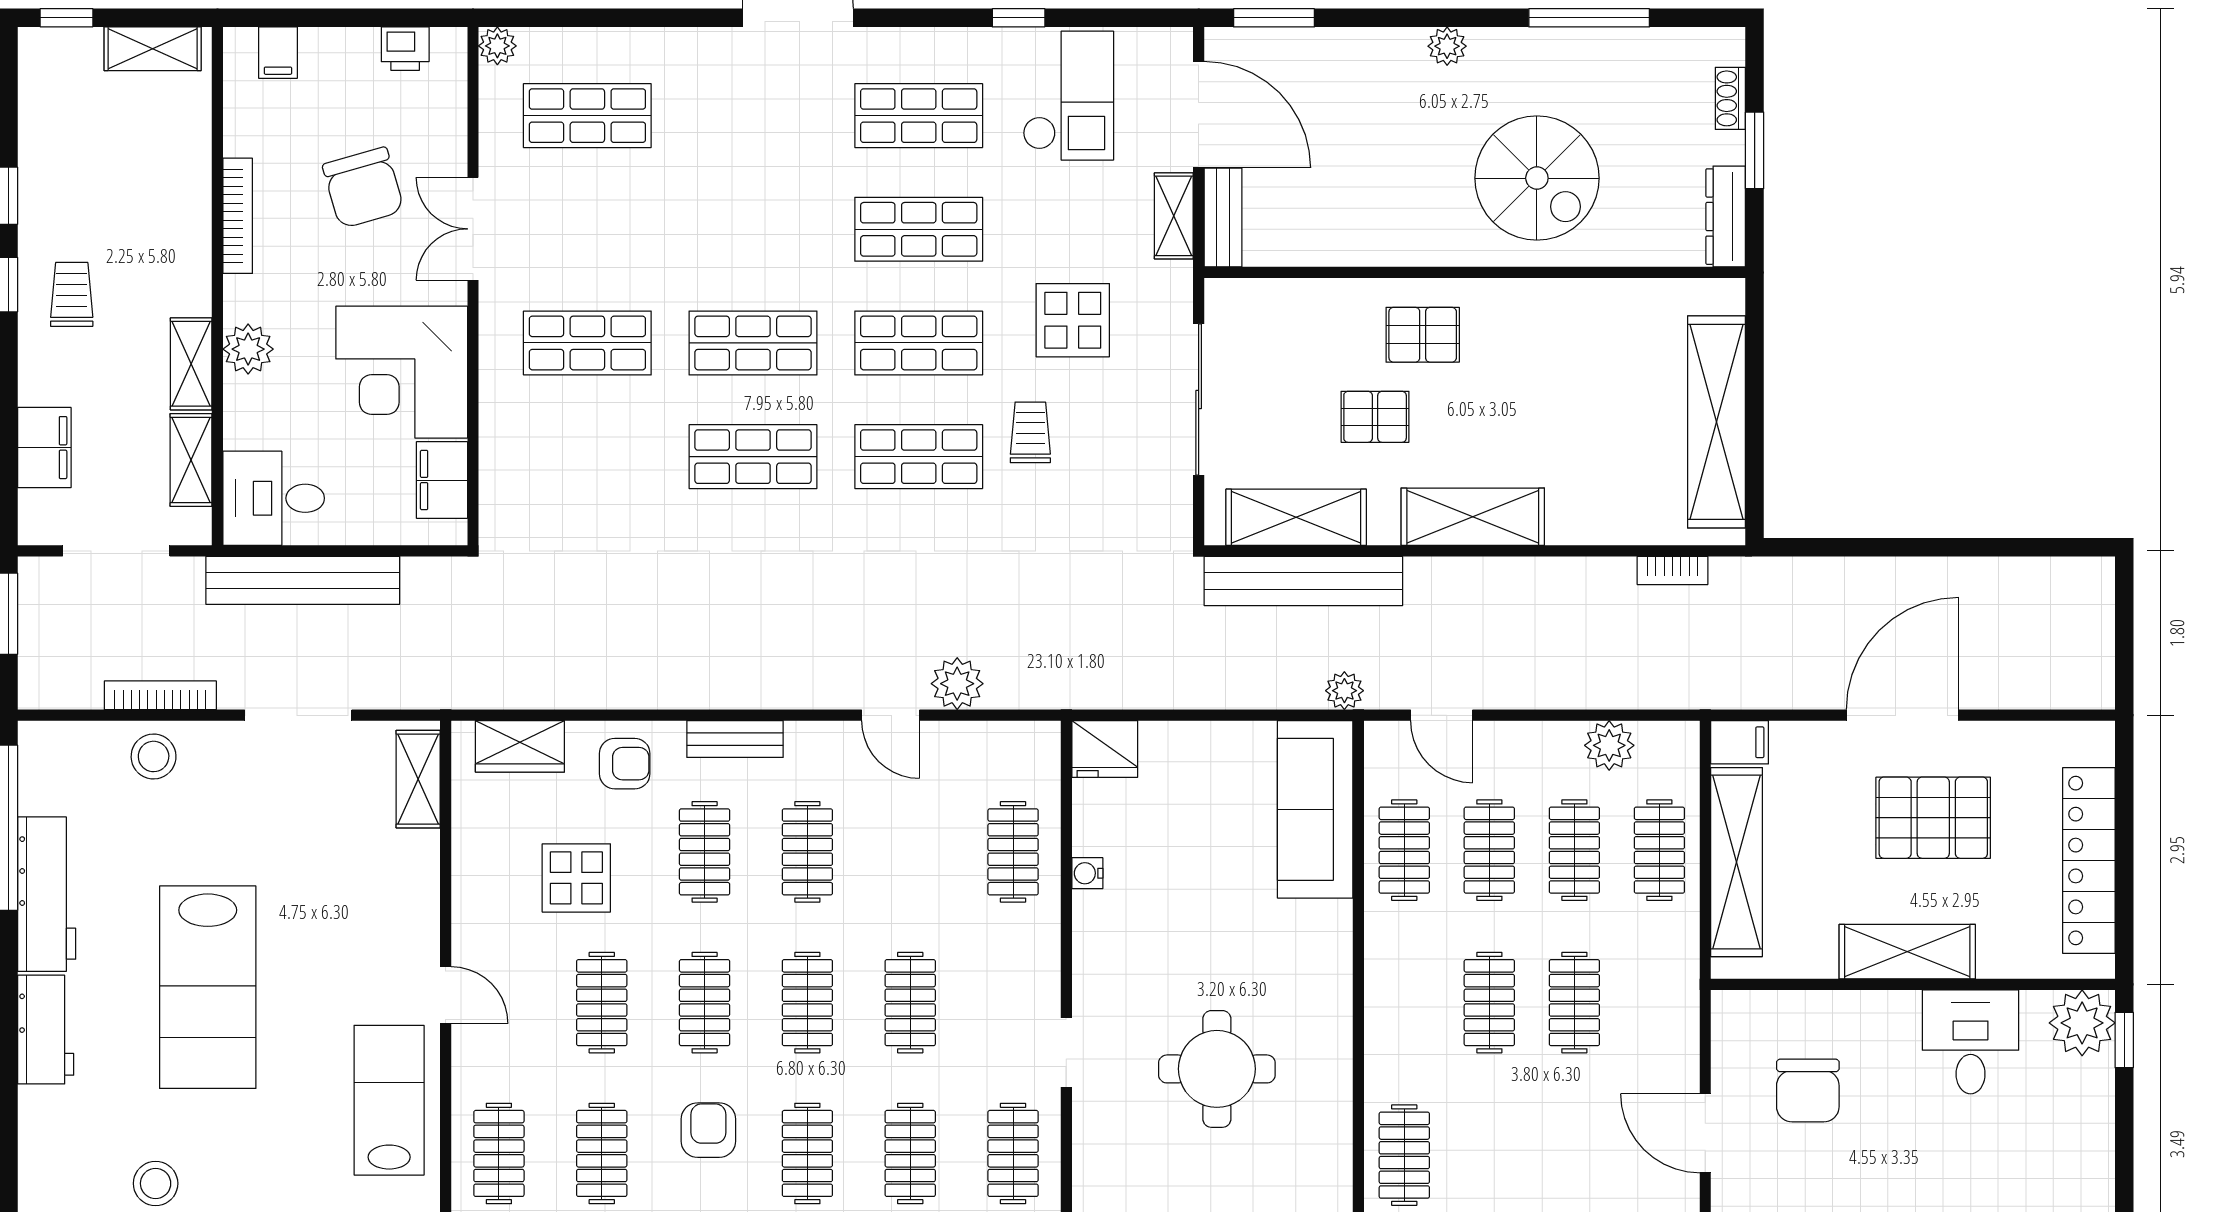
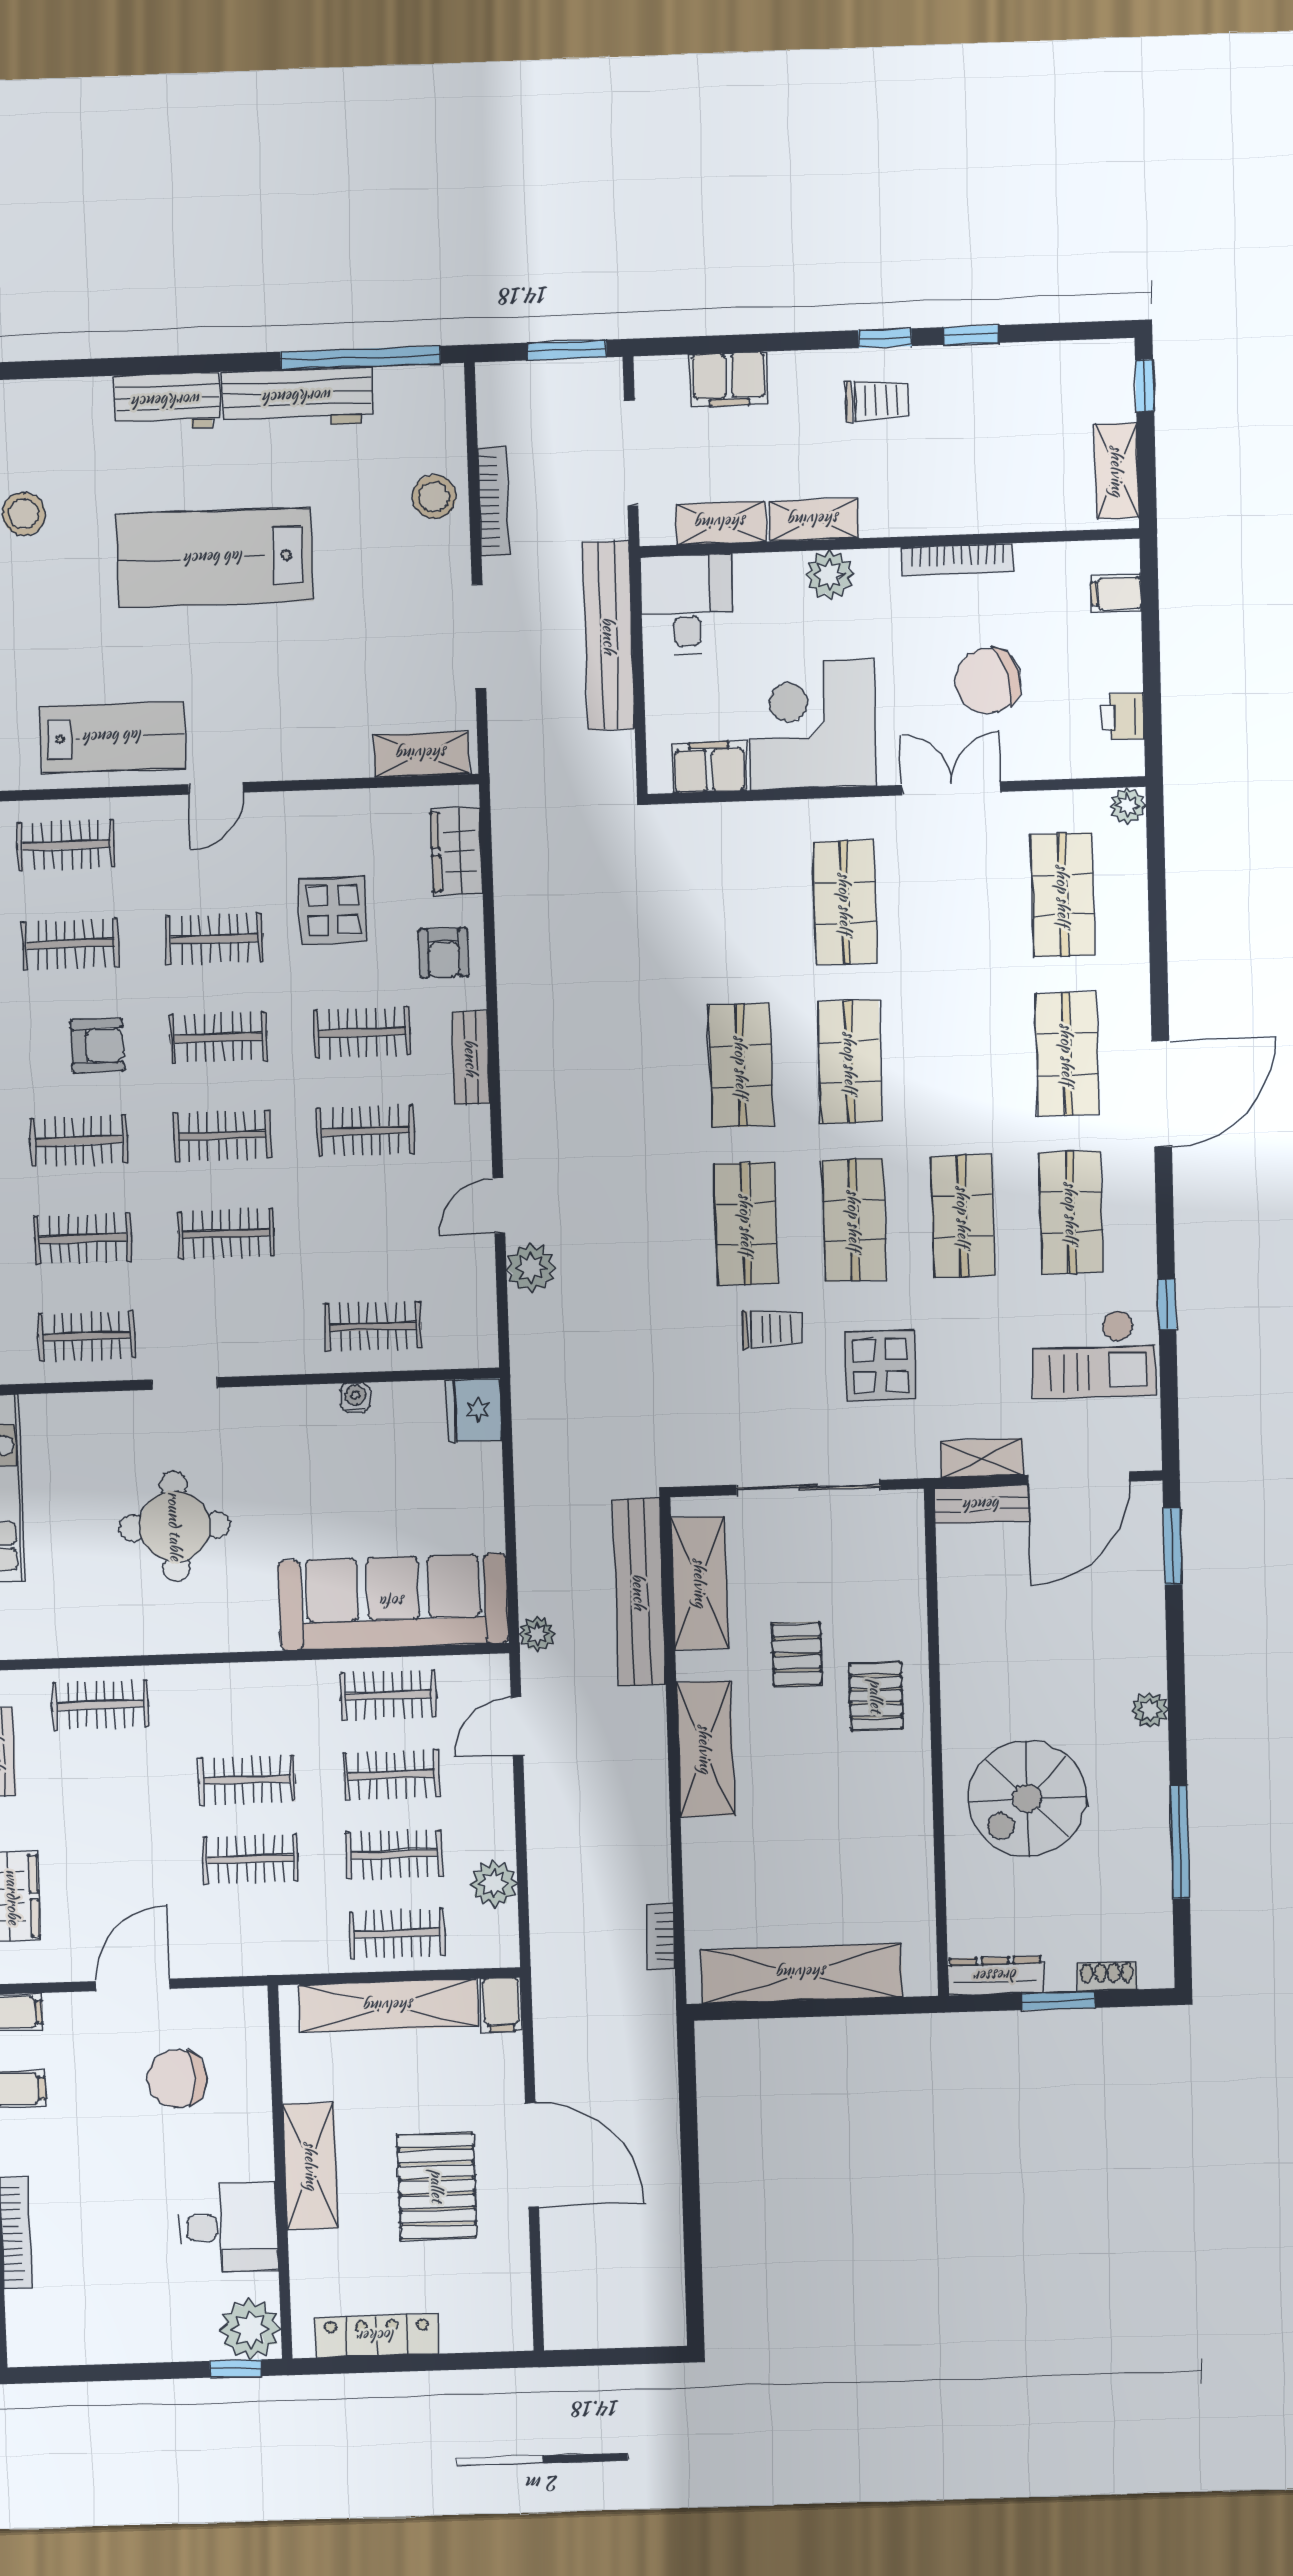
shop shelf: (753, 116) -> (1067, 1054), added
sofa: (1315, 809) -> (393, 1602), width x1.36, depth x1.27
locker: (2089, 861) -> (377, 2336), width x0.71, depth x0.83

